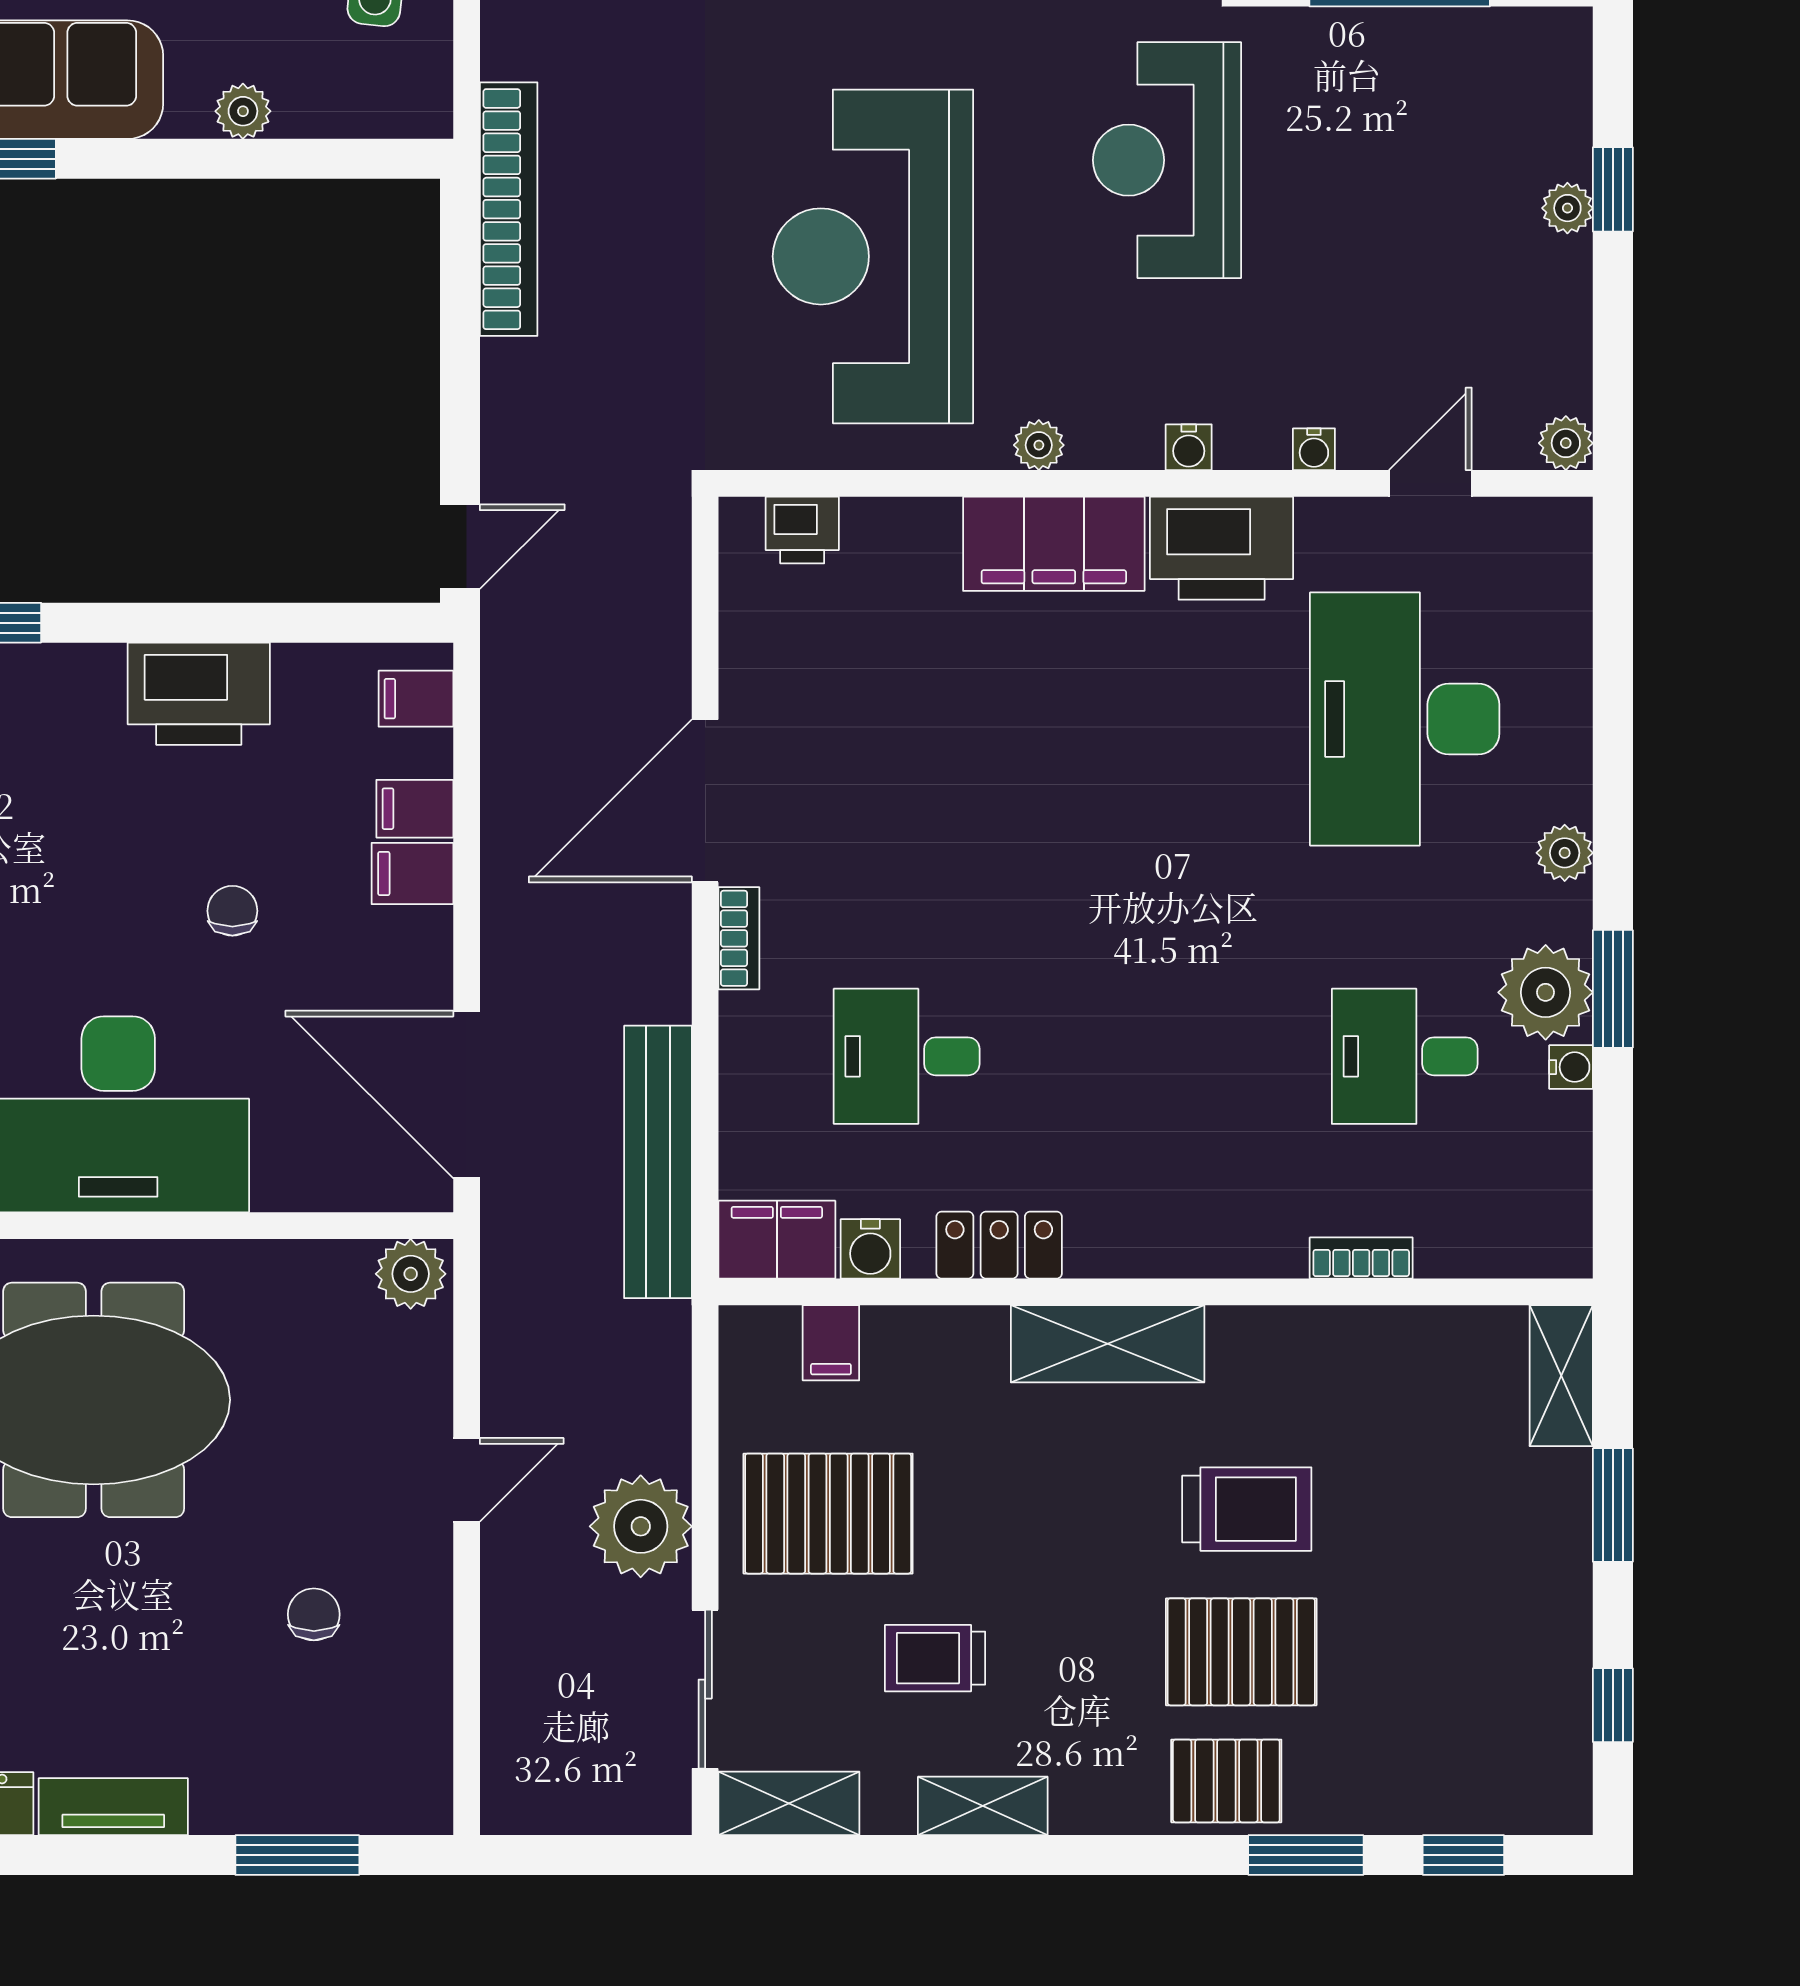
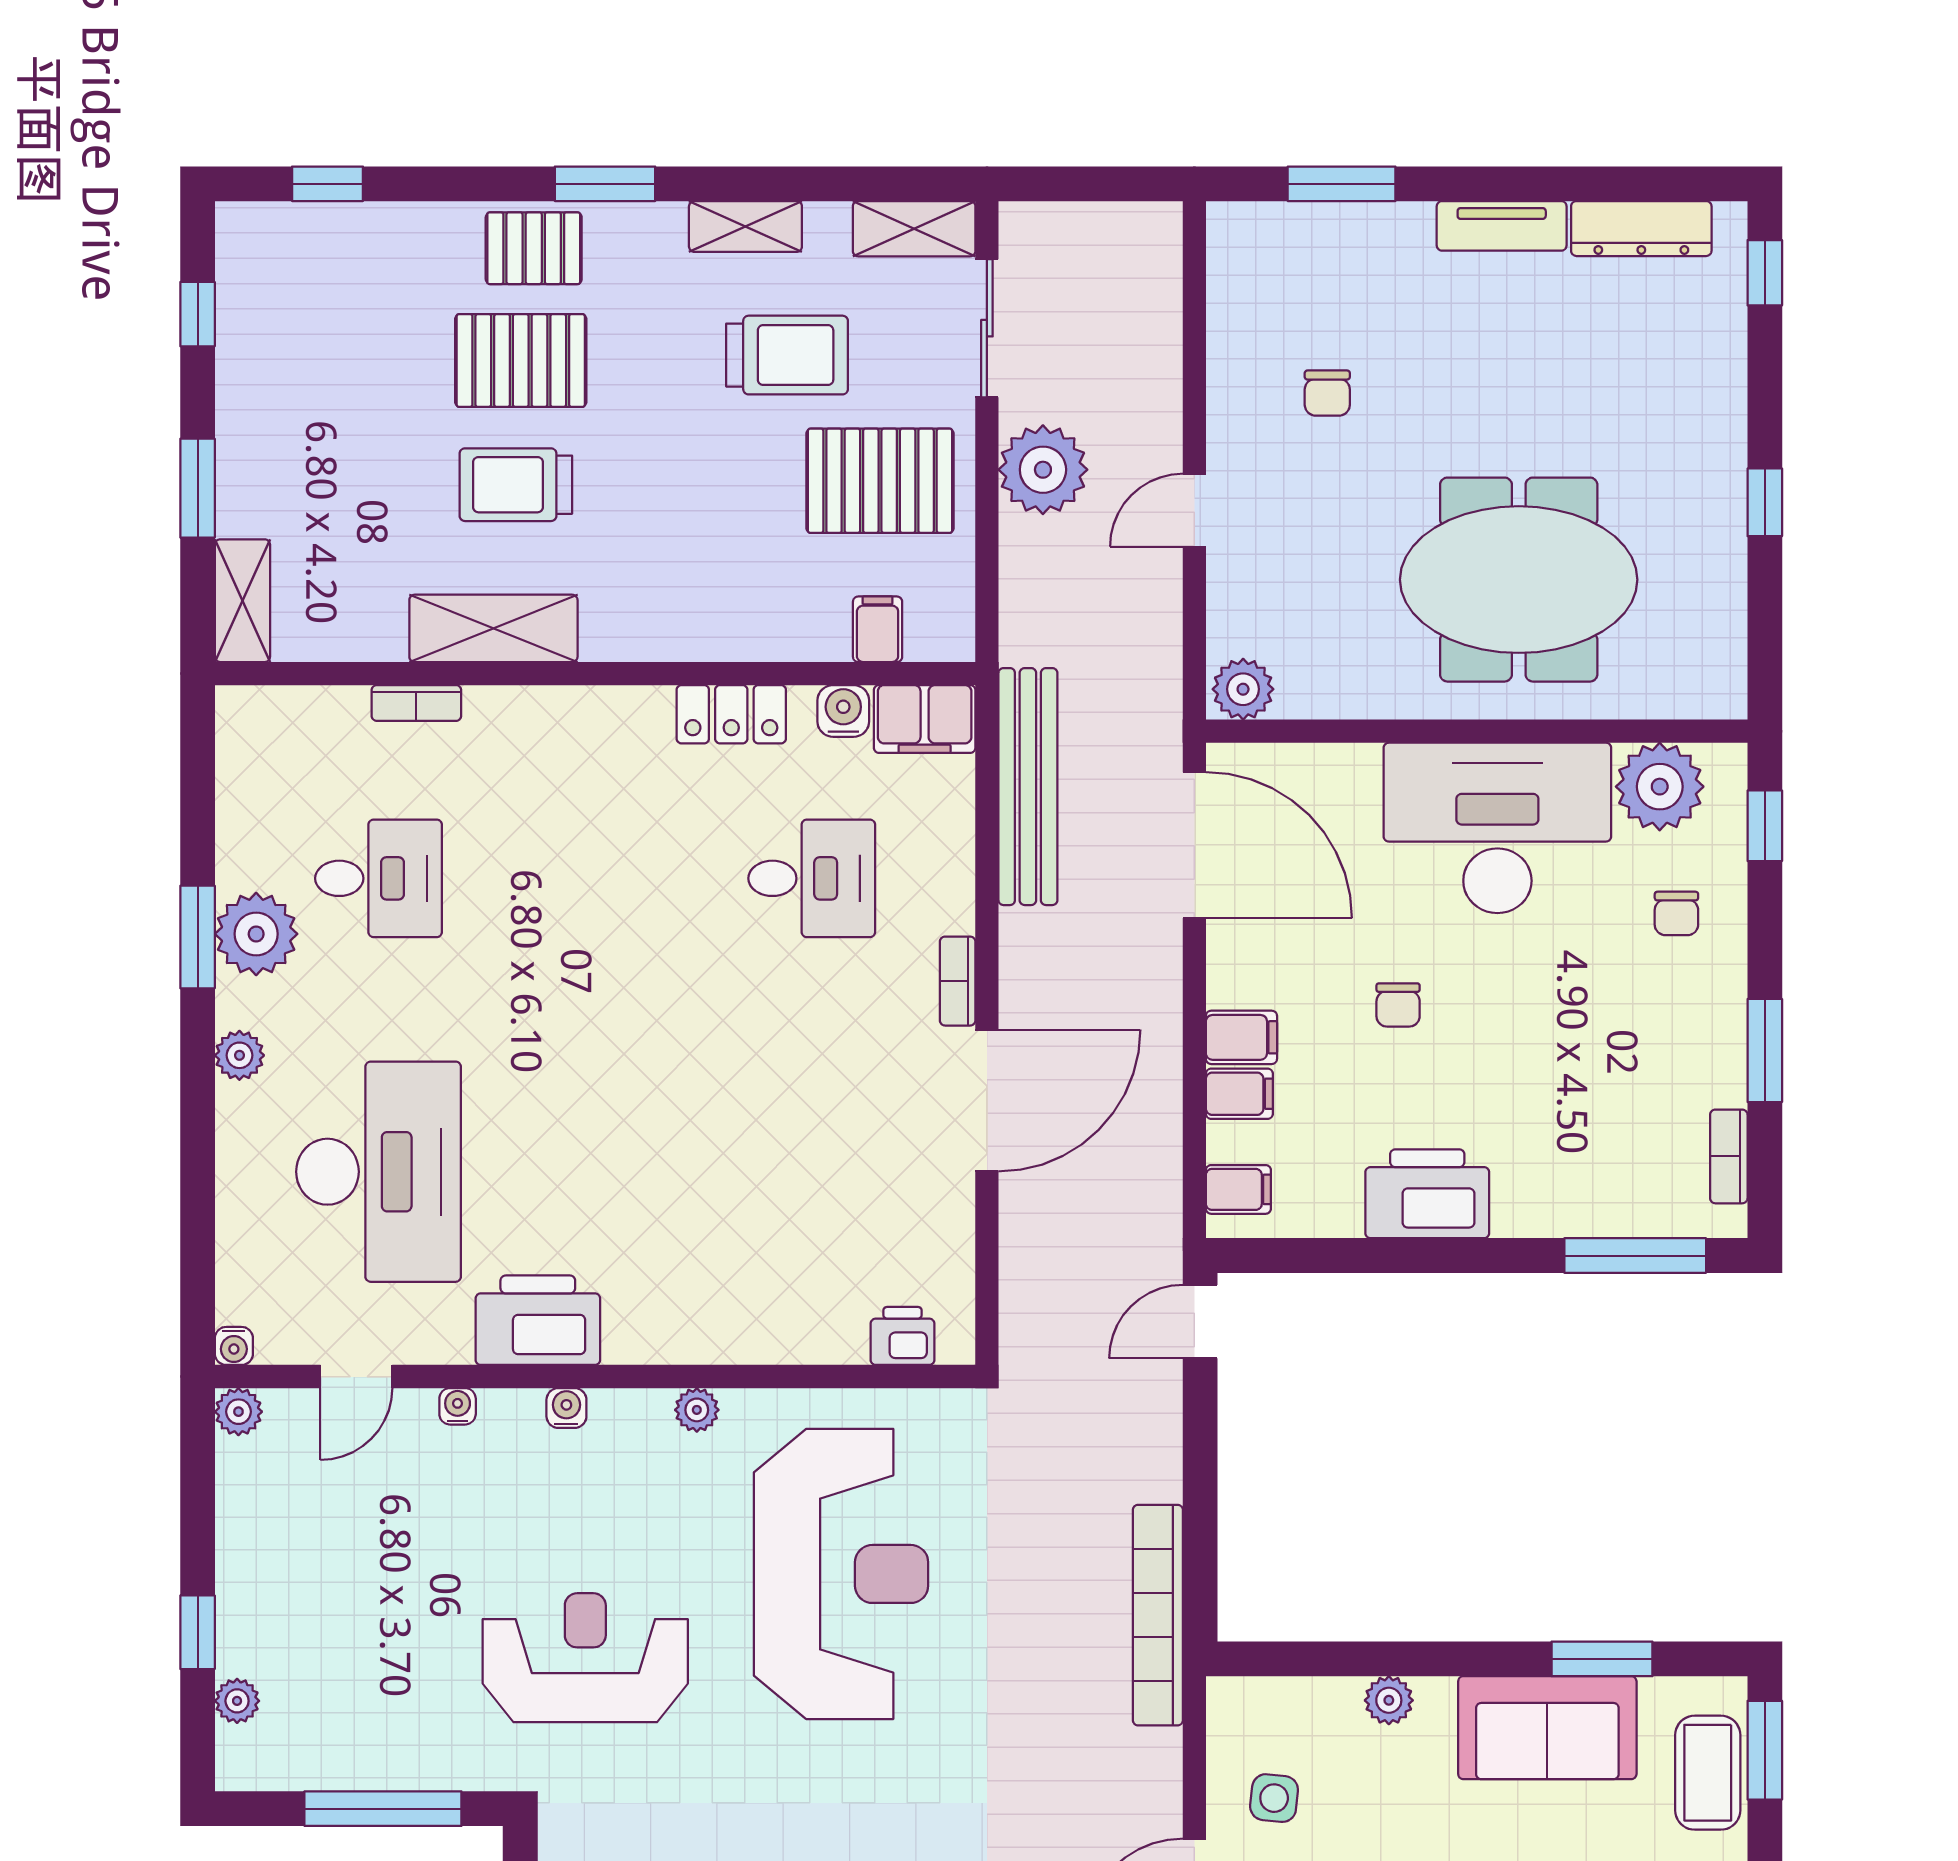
reception desk: (1167, 160) -> (585, 1658), turned -90
plant: (1567, 208) -> (237, 1701), moved
filing cabinet: (1054, 544) -> (684, 1324), removed
water cooler: (1571, 1067) -> (234, 1346), moved, turned -90
shelving: (1108, 1344) -> (493, 628), moved
trolley: (935, 1658) -> (787, 355), width x1.36, depth x1.39
window: (1306, 1855) -> (605, 184), moved

